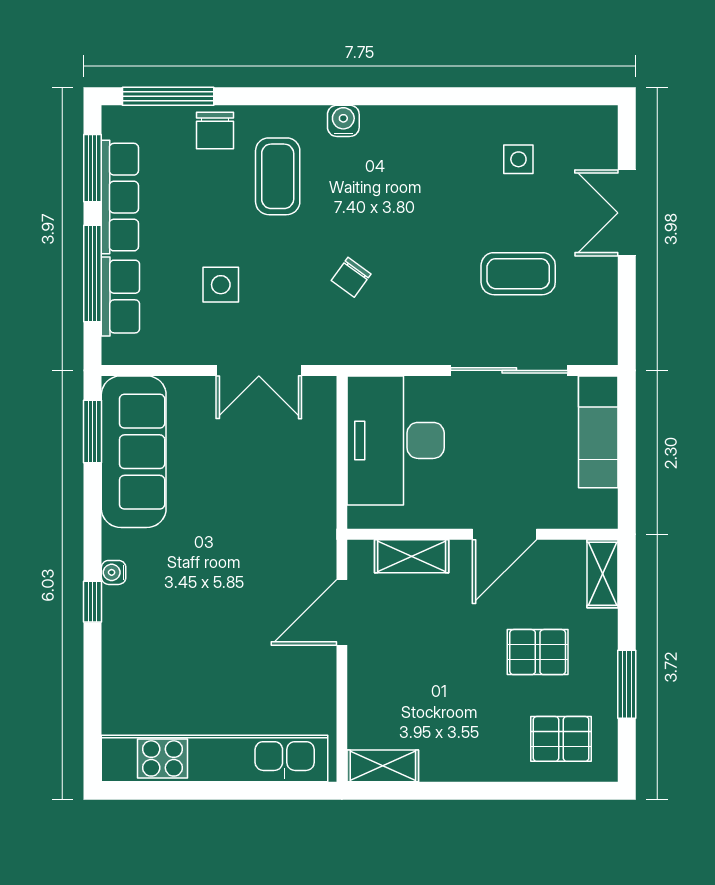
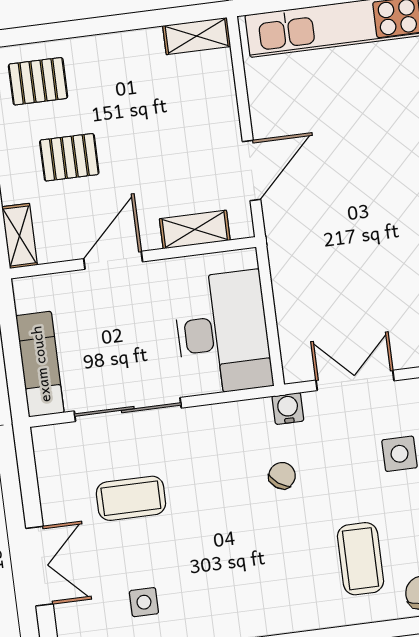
water cooler: (343, 121) -> (288, 408), moved, turned 180

